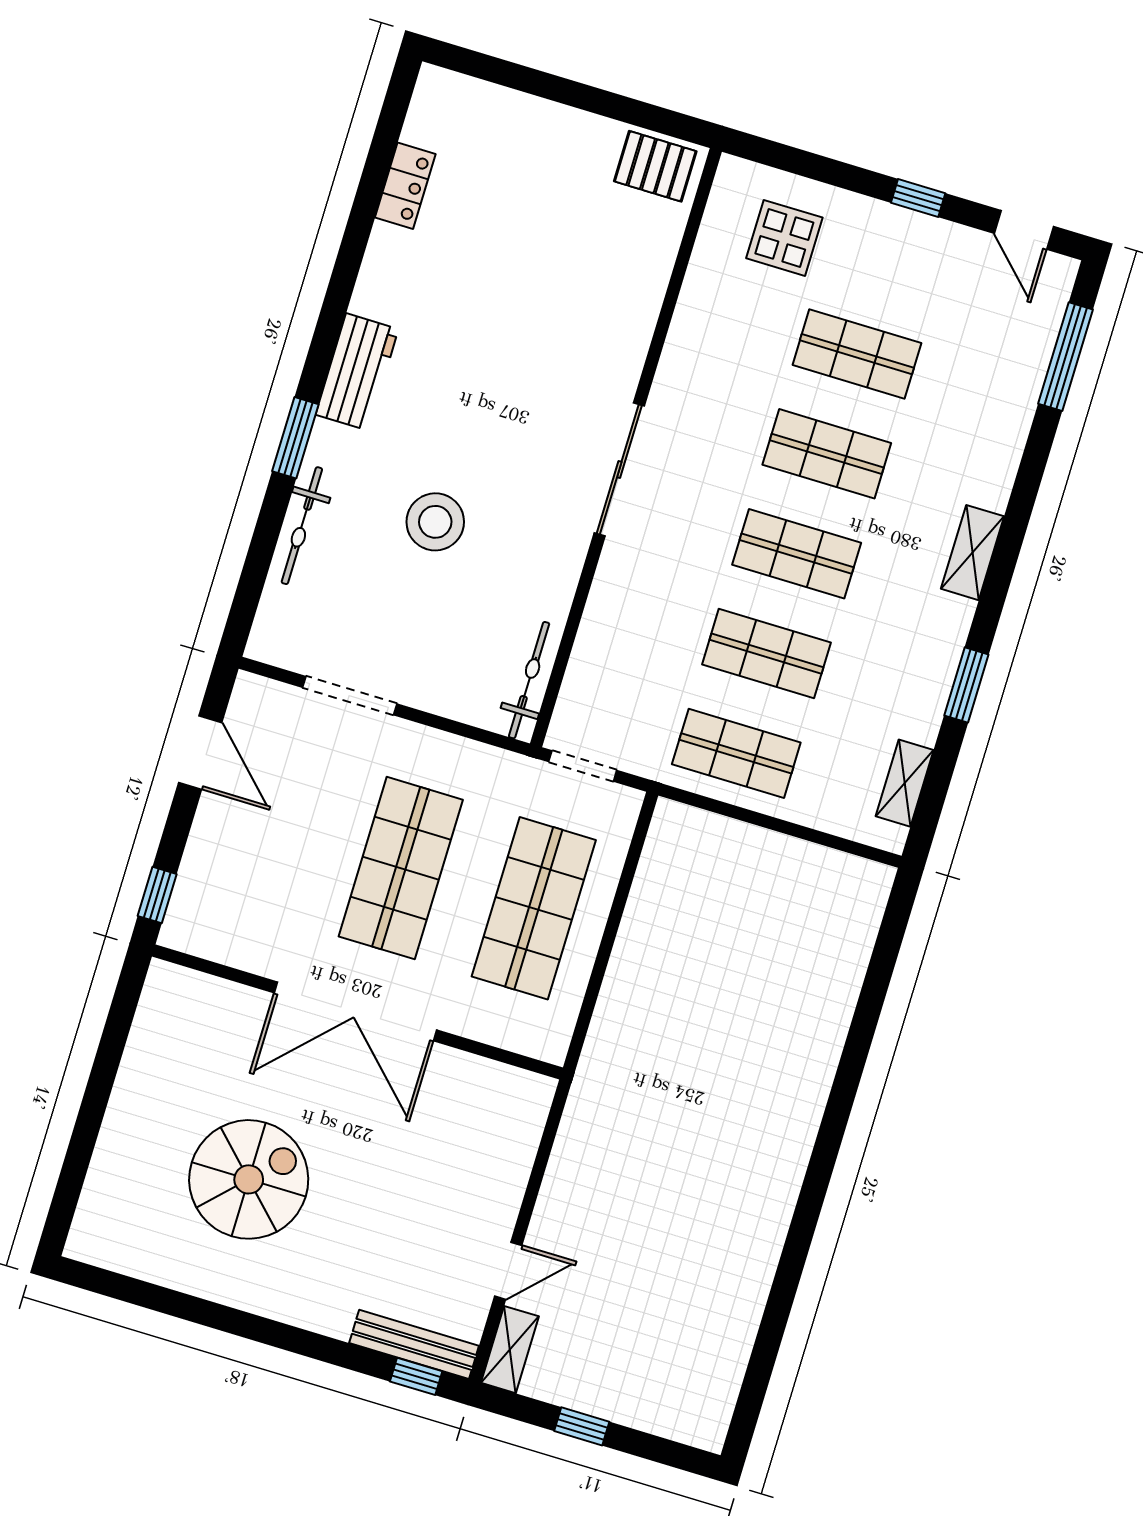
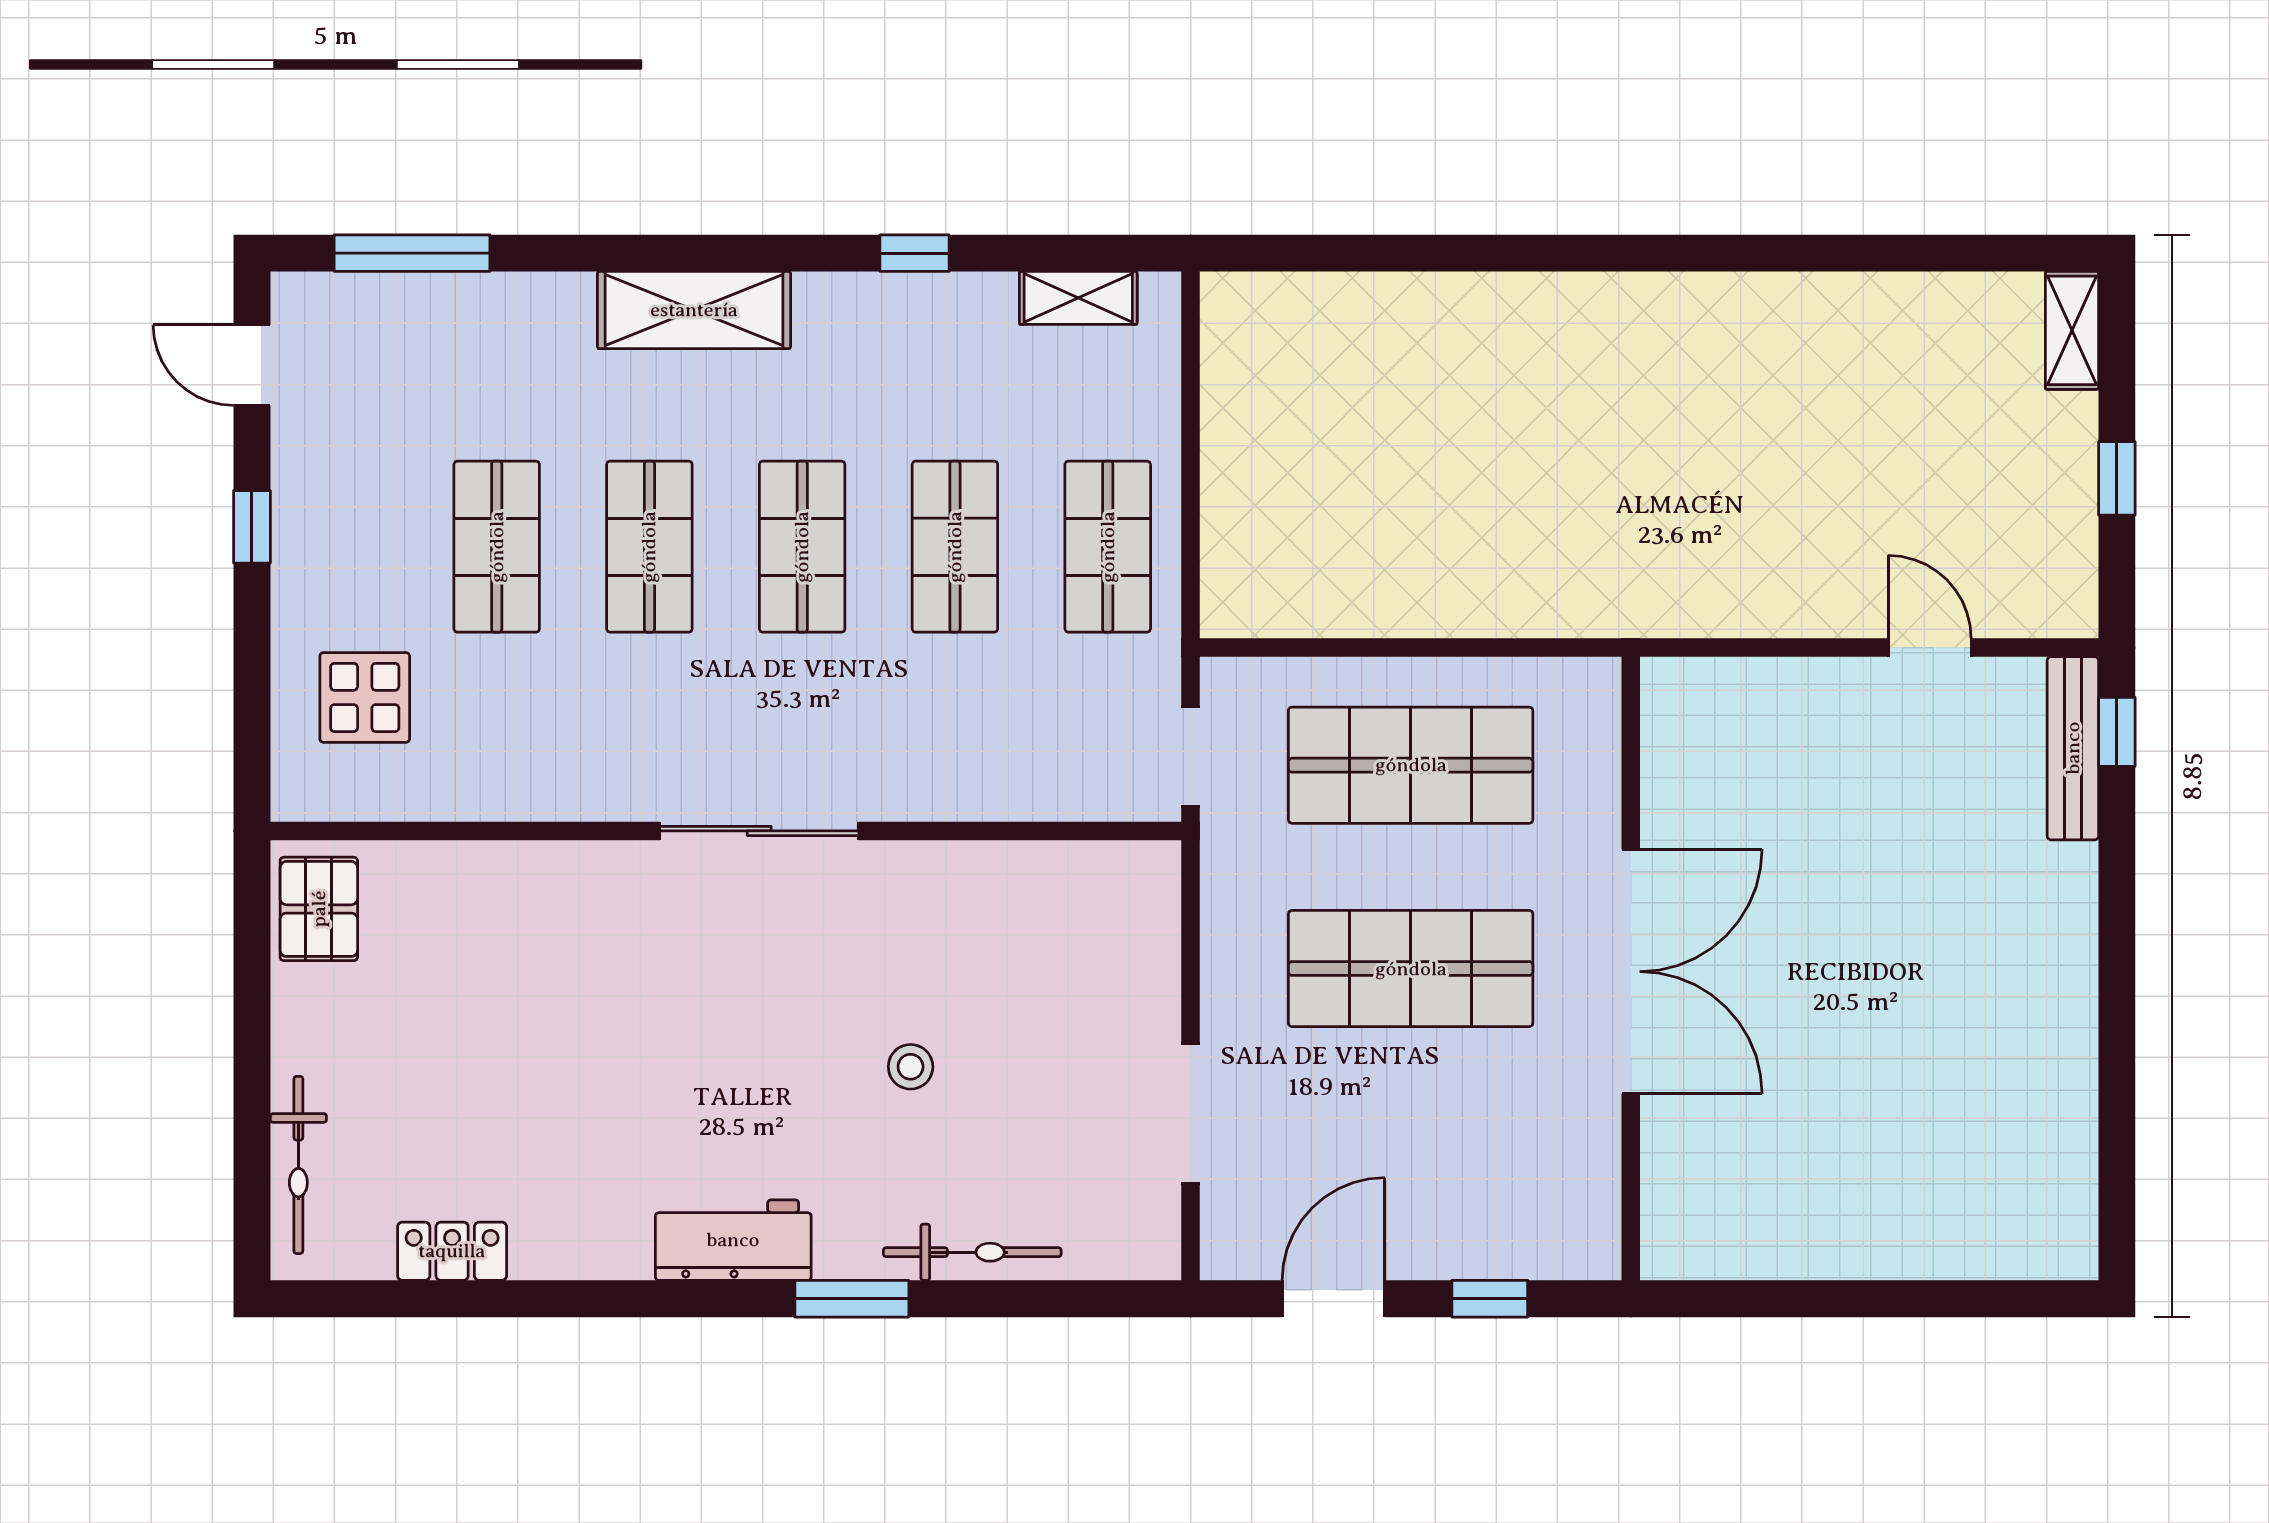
door: (1024, 230) -> (252, 365), swing flipped
stool: (435, 522) -> (911, 1067), width x0.53, depth x0.53
shelving: (973, 553) -> (694, 310), width x1.50, depth x1.33
bicycle: (529, 680) -> (298, 1165), moved, turned -90
window: (966, 685) -> (914, 253), width x0.67
window: (157, 895) -> (1490, 1299), moved
spiral stairs: (249, 1179) -> (1912, 1050), removed
shelving: (510, 1350) -> (2072, 330), moved, turned 90

